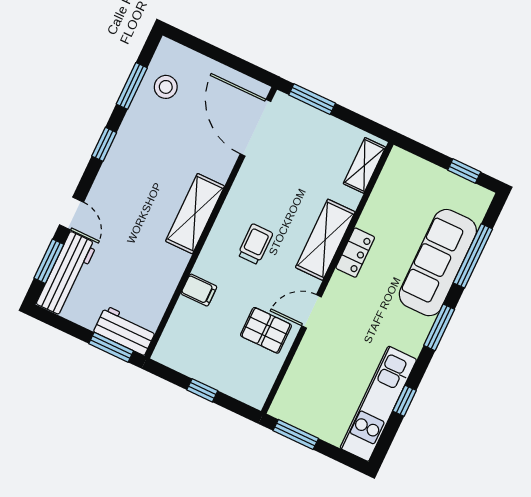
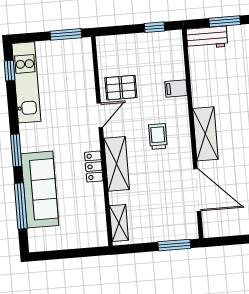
door: (256, 128) -> (197, 190), moved
window: (464, 171) -> (56, 255), removed
trolley: (255, 244) -> (158, 136), turned 180
window: (111, 347) -> (225, 21), moved
window: (202, 390) -> (155, 27), moved
window: (404, 401) -> (10, 71), moved

